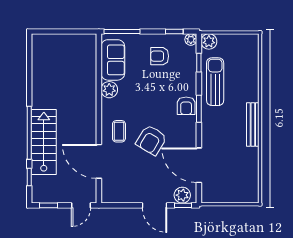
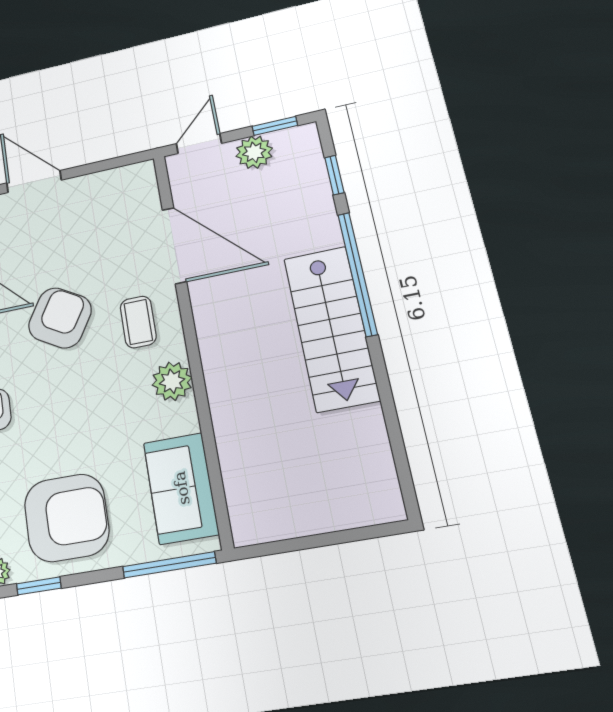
armchair: (160, 56) -> (67, 518), width x1.88, depth x1.88
plant: (109, 90) -> (172, 381), moved
stairs: (44, 142) -> (331, 328), moved
plant: (59, 195) -> (254, 152), added

